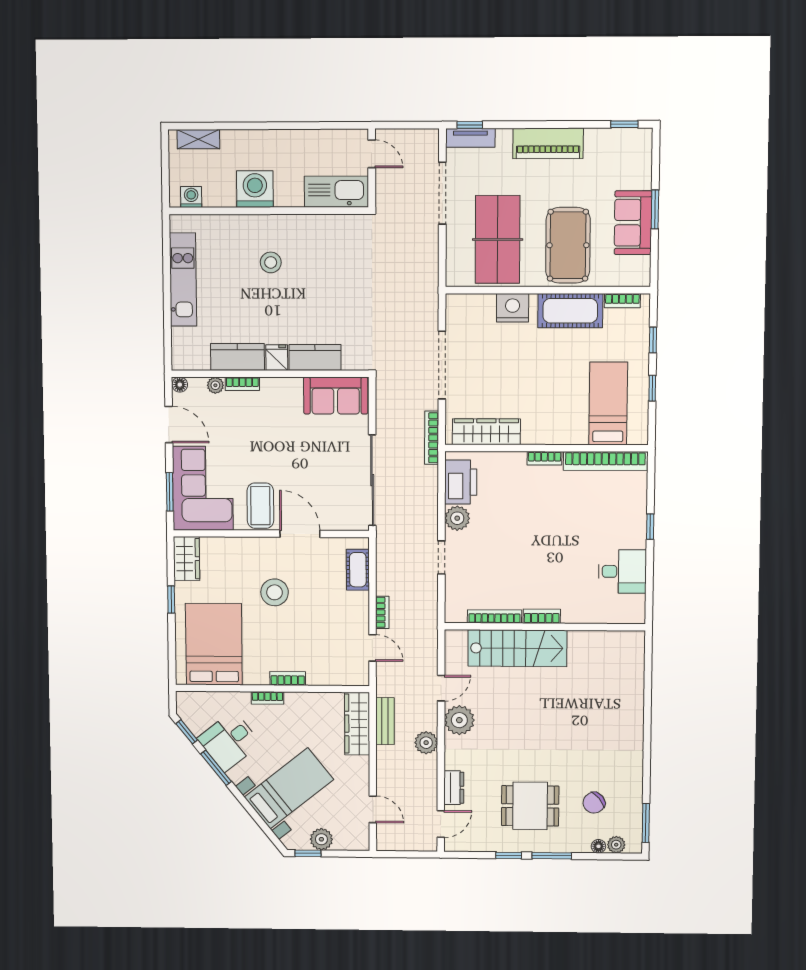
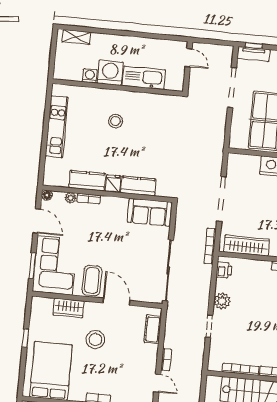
kitchen sink: (336, 192) -> (144, 78), moved
washing machine: (191, 197) -> (90, 76), moved
printer: (461, 482) -> (224, 270), width x0.53, depth x0.68
wardrobe: (187, 559) -> (68, 308), moved, turned 90

